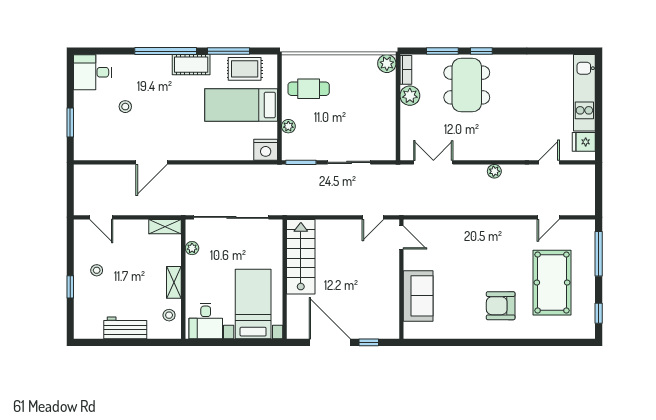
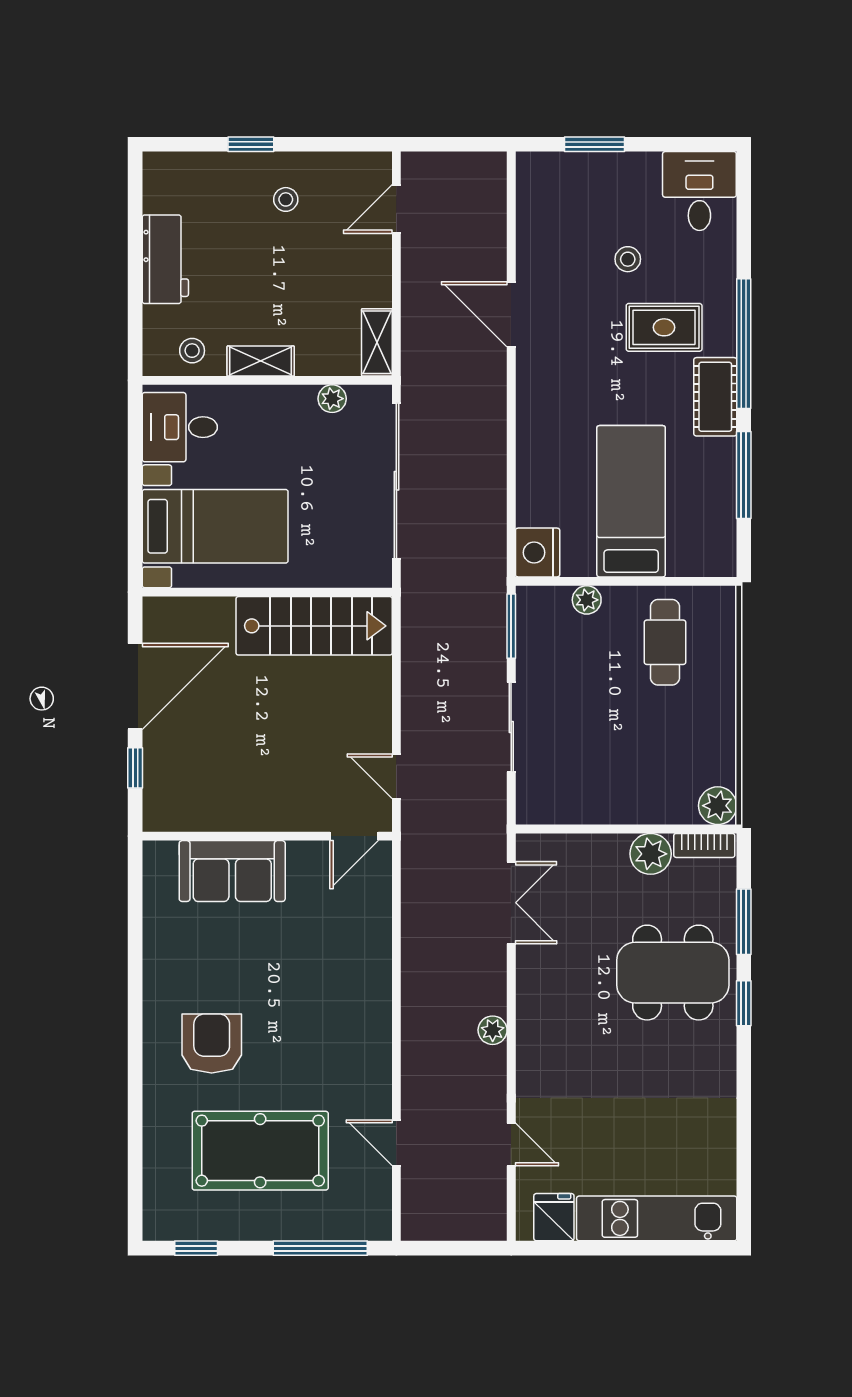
rug: (245, 69) -> (664, 327), moved, turned 90

